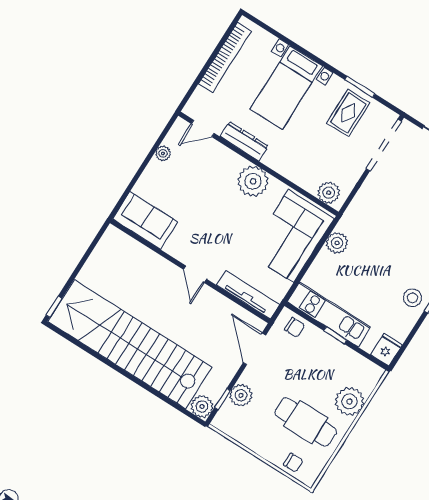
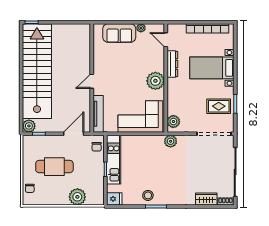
sofa: (145, 220) -> (119, 33), moved, turned 90
plant: (337, 243) -> (171, 141), moved
plant: (241, 395) -> (47, 142), removed
cafe table: (306, 422) -> (54, 167), moved, turned 90

